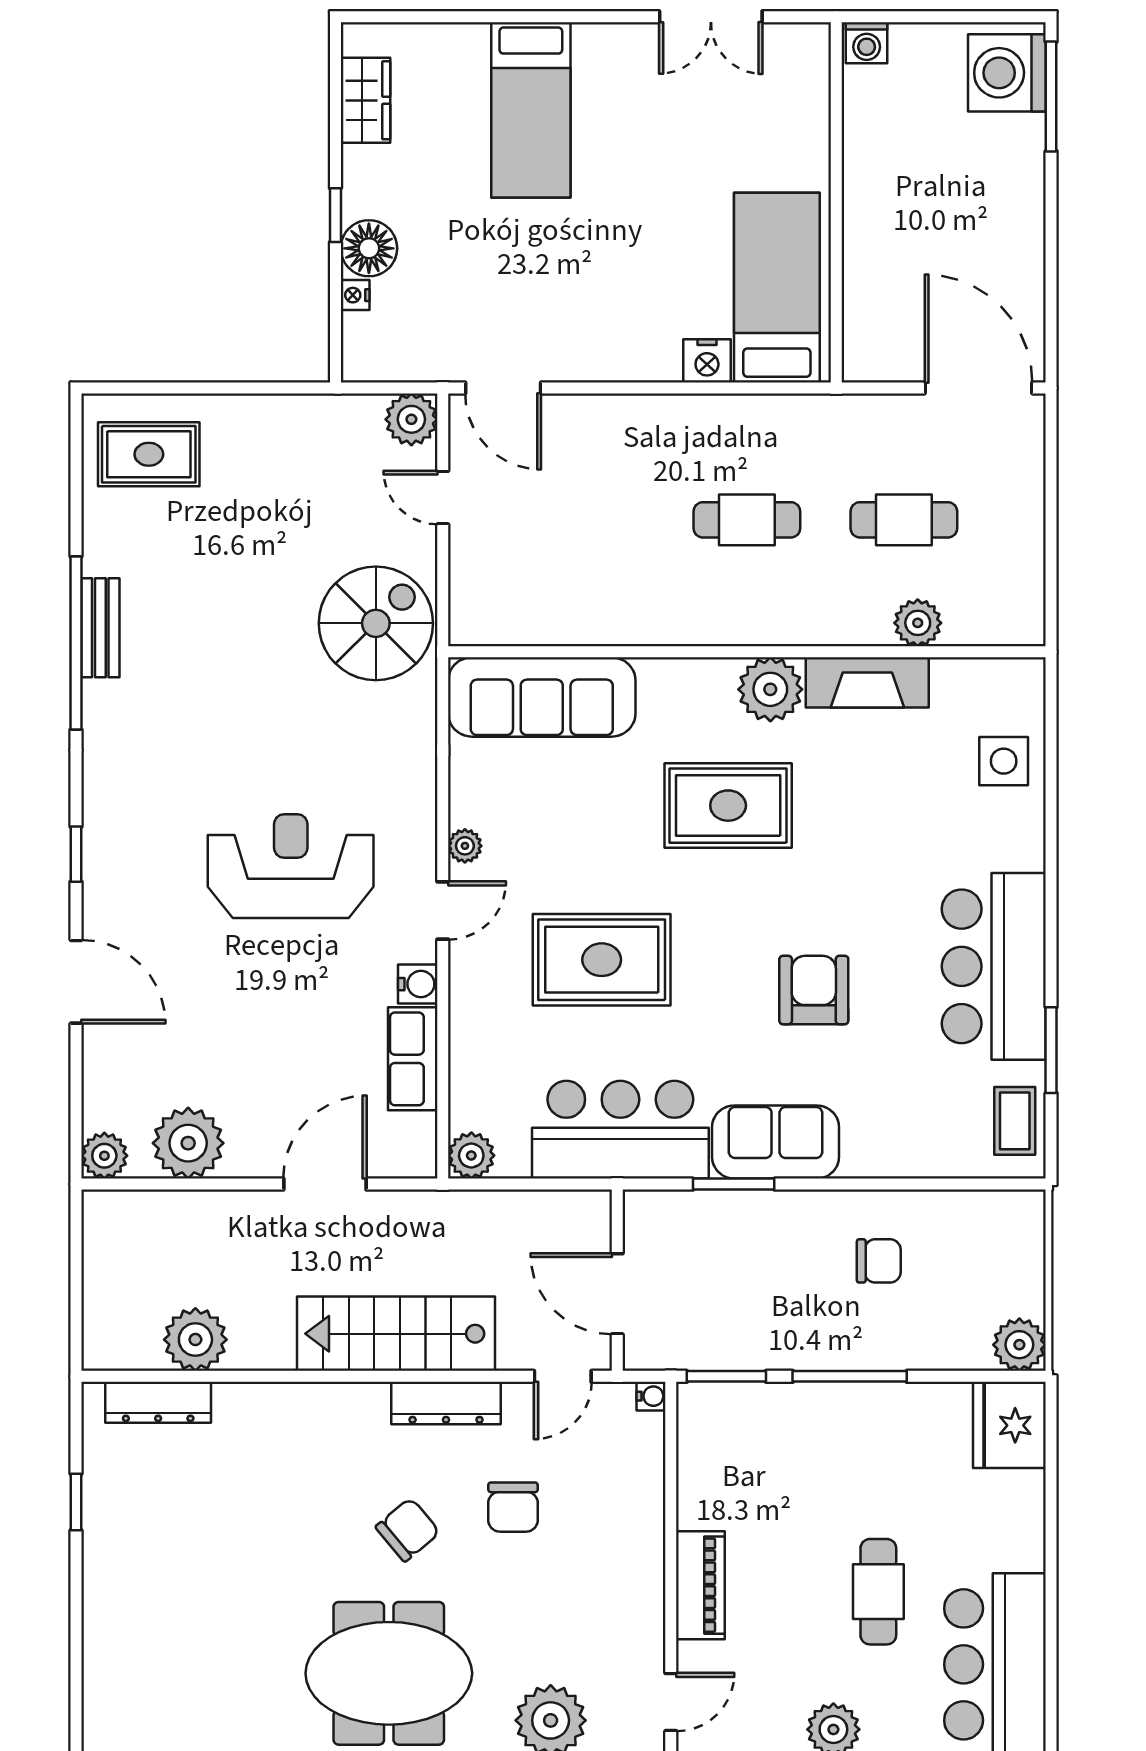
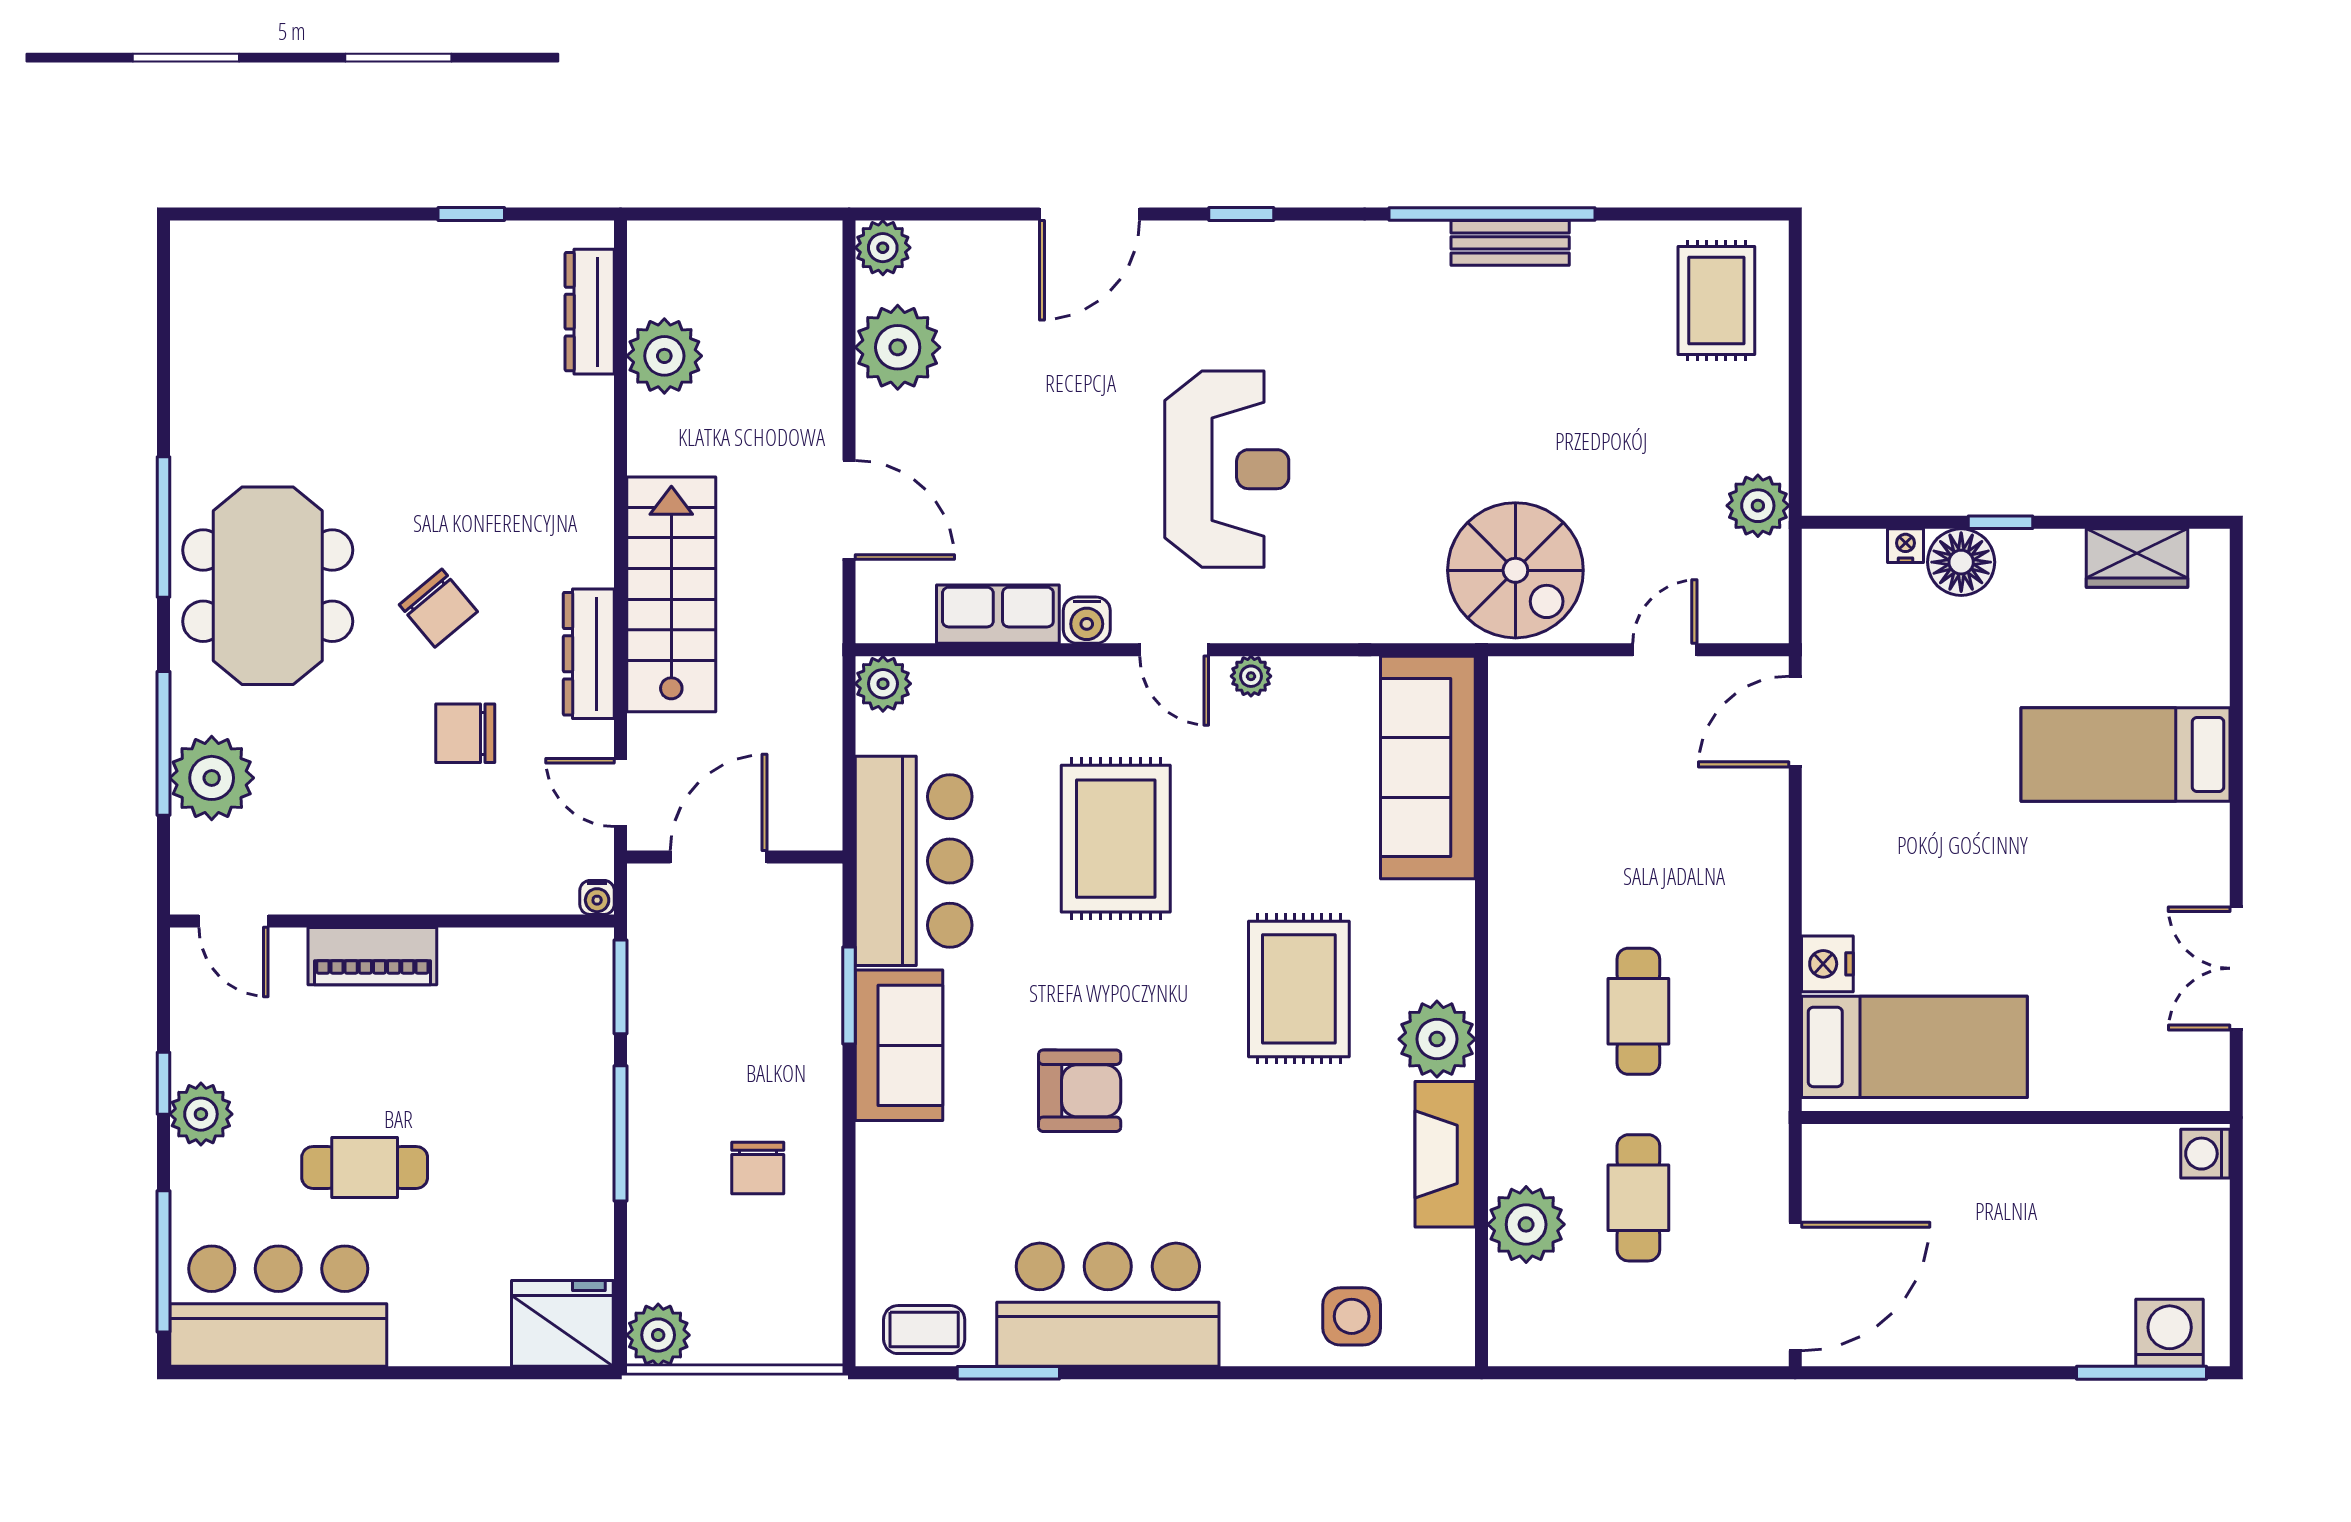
washing machine: (1007, 73) -> (2170, 1333), width x0.73, depth x0.73
plant: (411, 419) -> (1758, 506), moved
plant: (918, 623) -> (1526, 1224), width x1.36, depth x1.36

